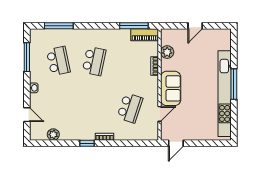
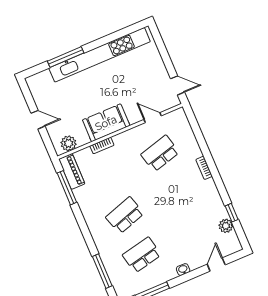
plant: (167, 52) -> (69, 143), moved
school desk: (94, 61) -> (125, 215), turned -30
window: (234, 84) -> (66, 57), moved
sofa: (171, 88) -> (106, 123), moved
school desk: (130, 108) -> (160, 153), turned -33
window: (87, 143) -> (232, 213), moved

